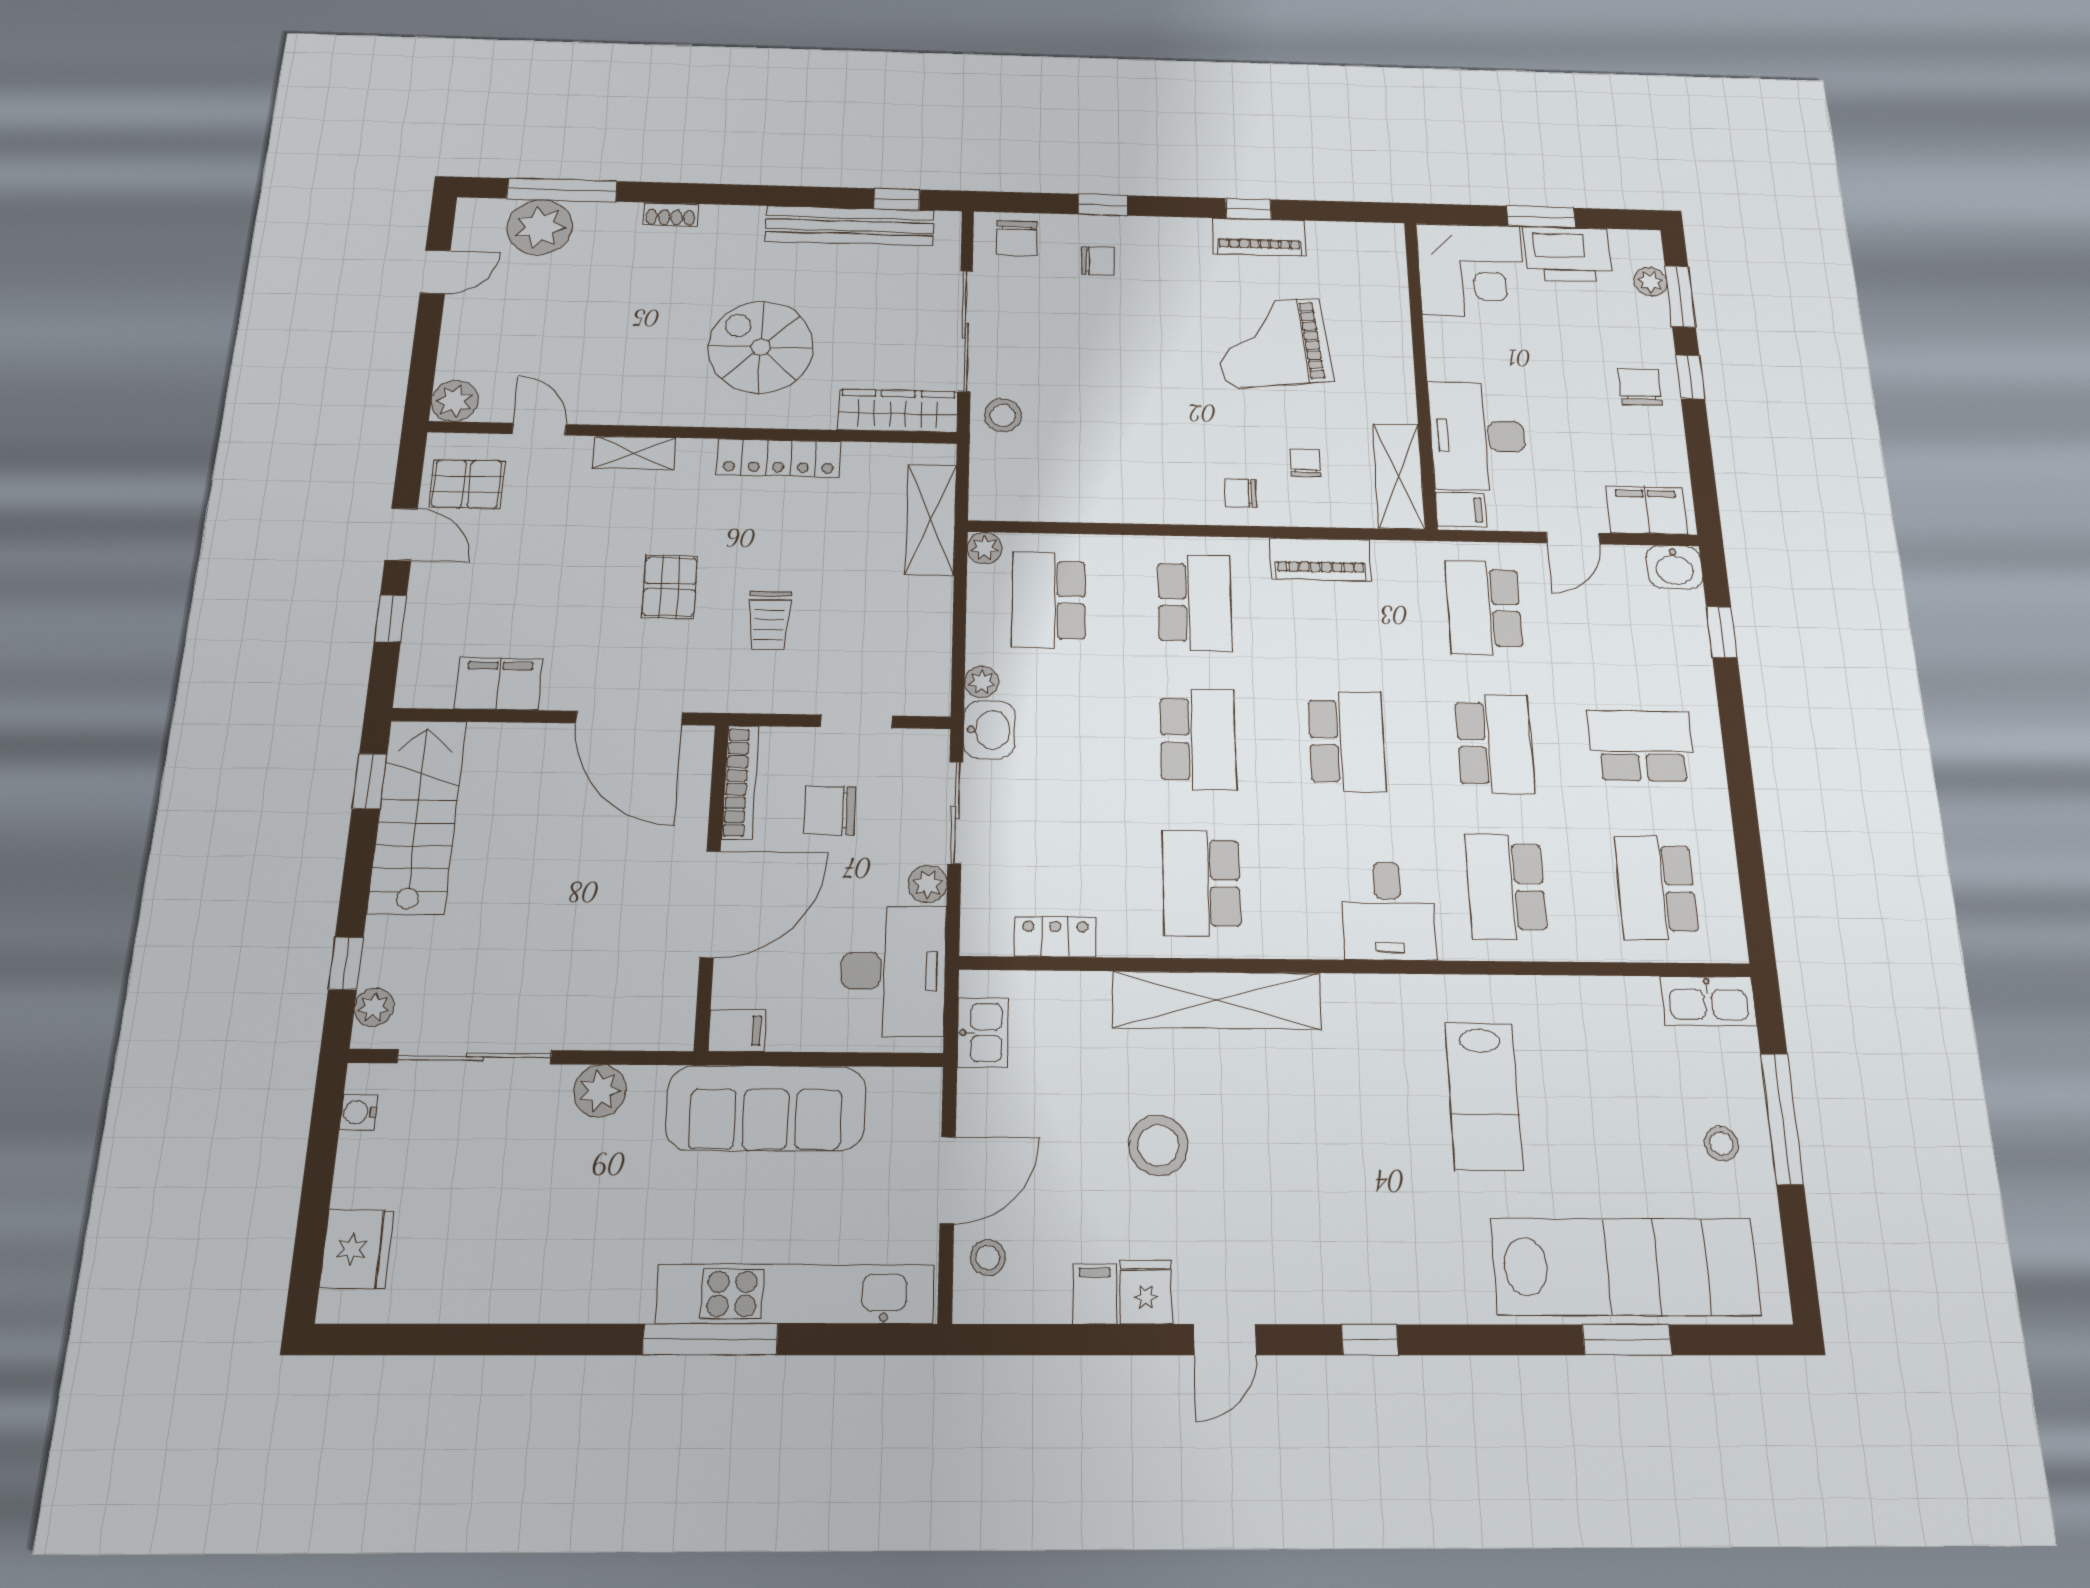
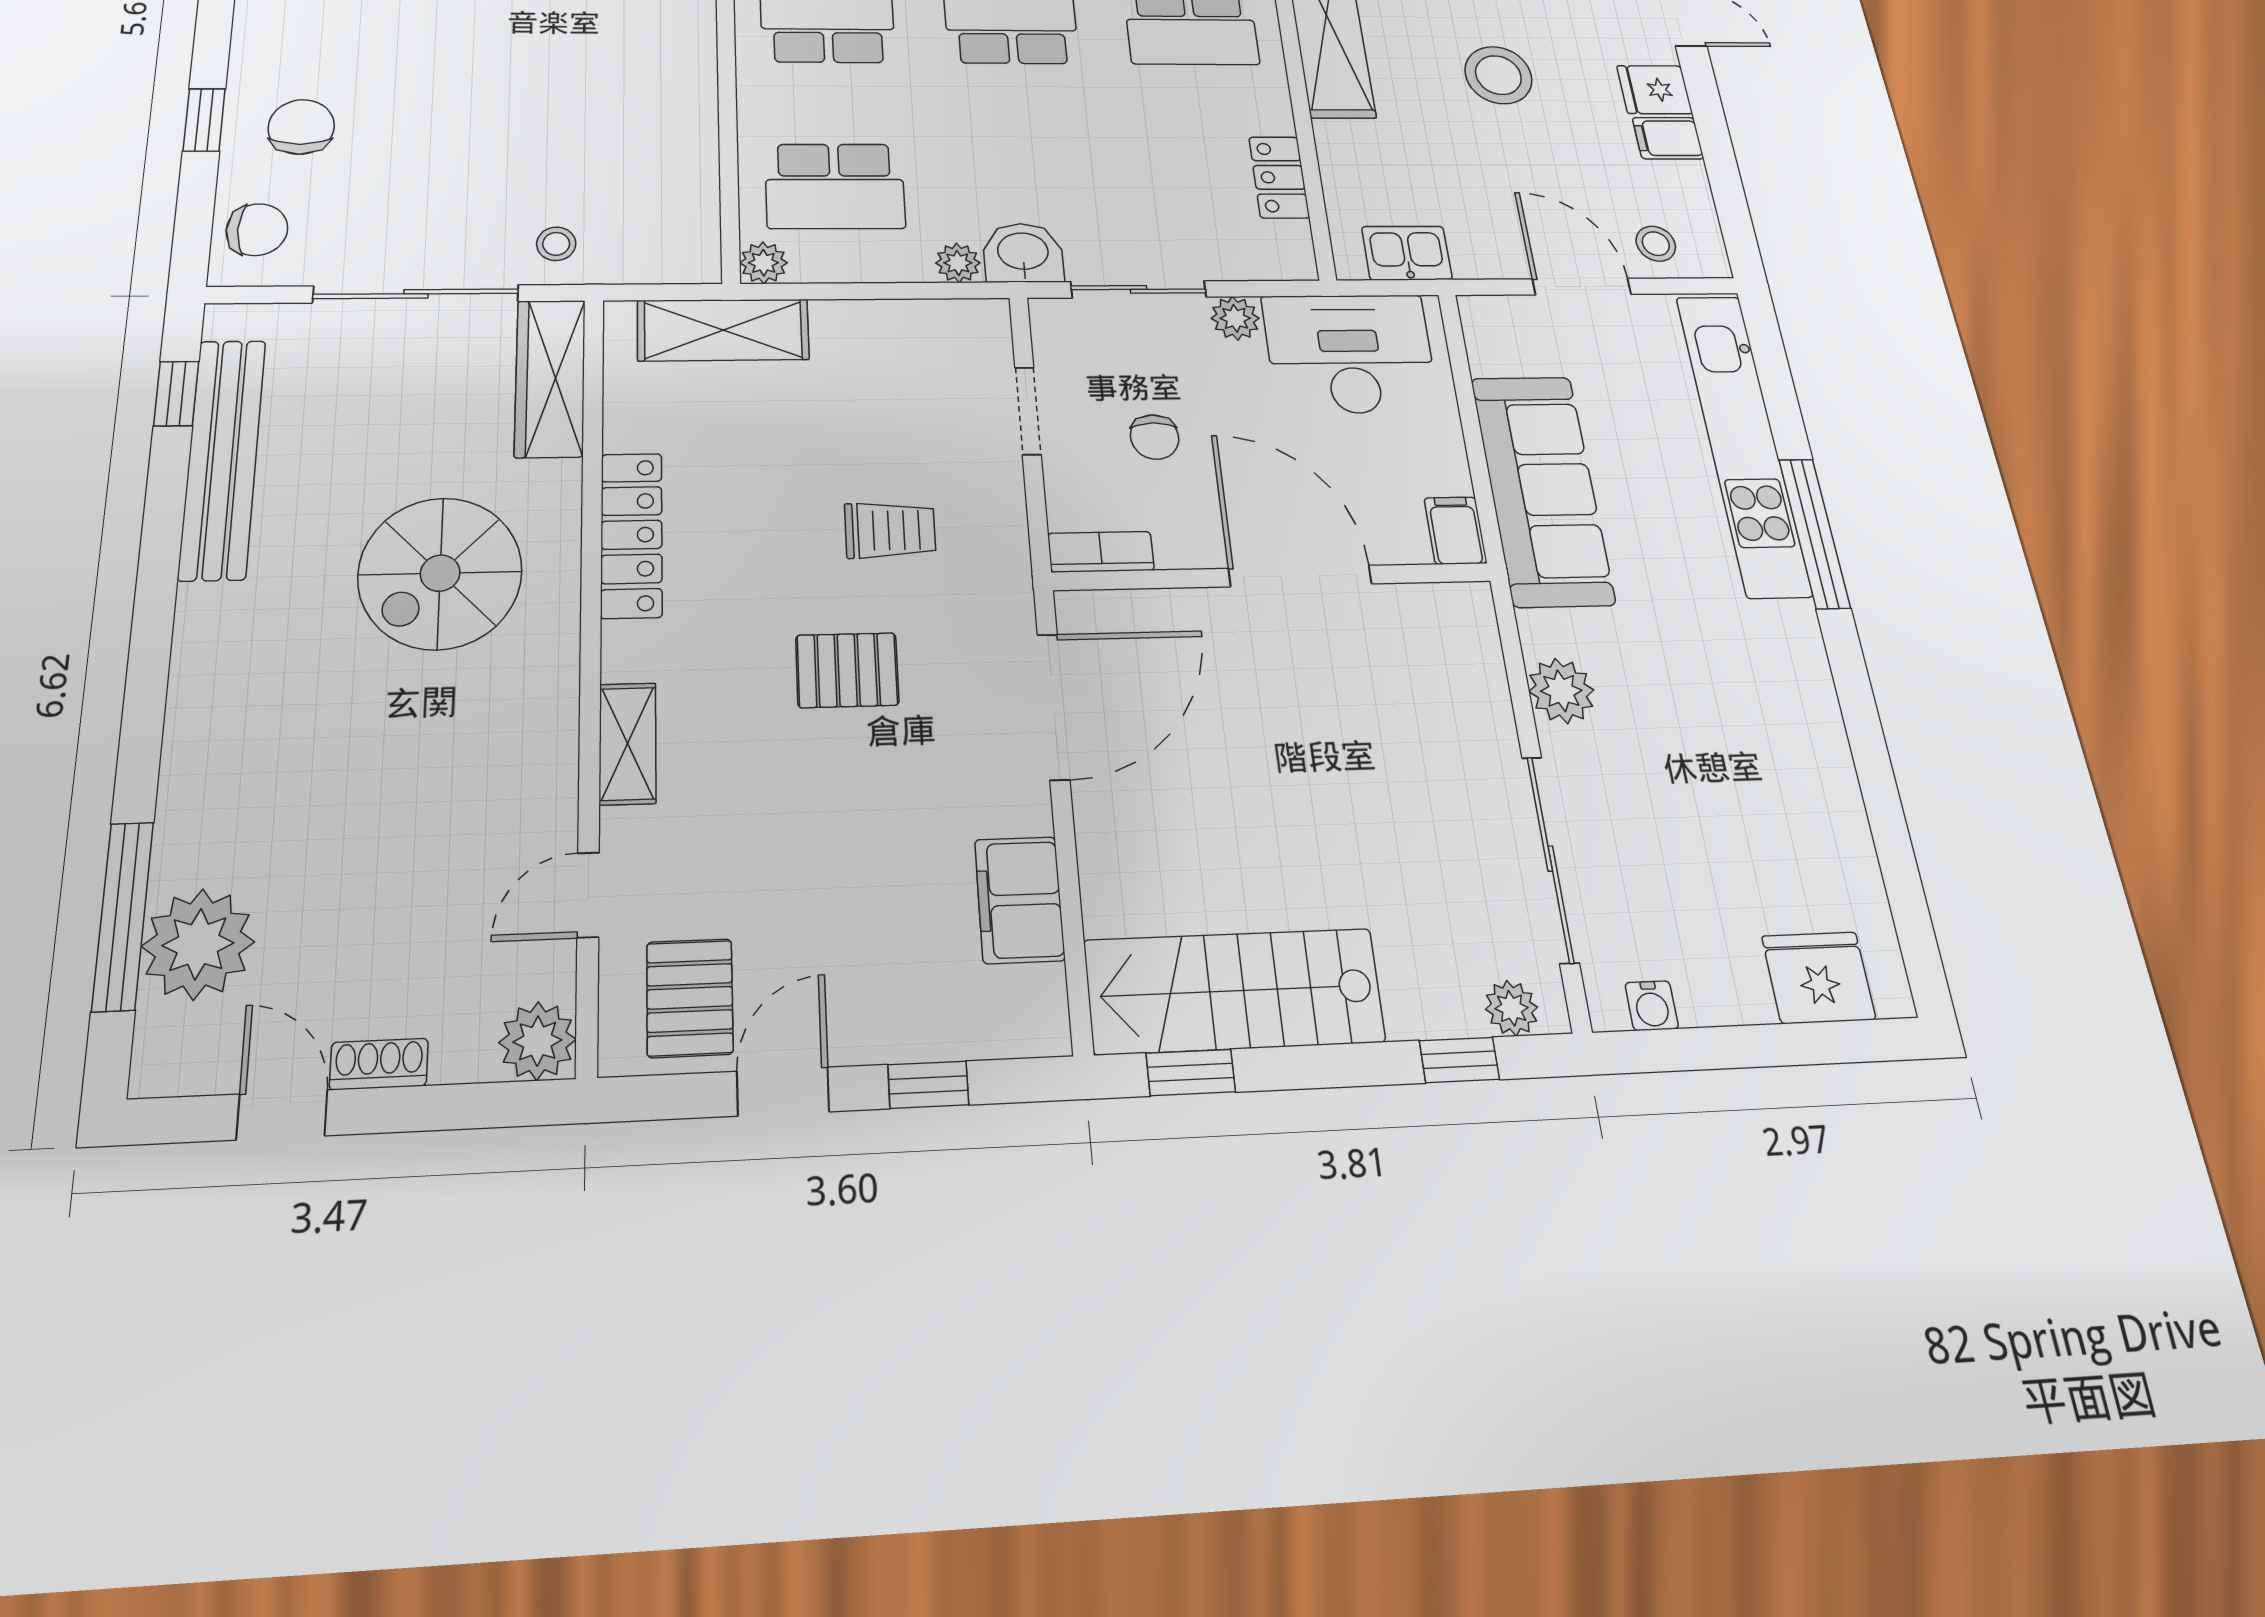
shoe rack: (671, 214) -> (379, 1064), moved, turned -90
chair: (1098, 261) -> (301, 127), width x1.37, depth x1.37
stool: (1003, 415) -> (556, 244), width x0.73, depth x0.73
bookcase: (740, 782) -> (1101, 552), width x0.64
chair: (830, 810) -> (1155, 437), width x0.73, depth x0.73

